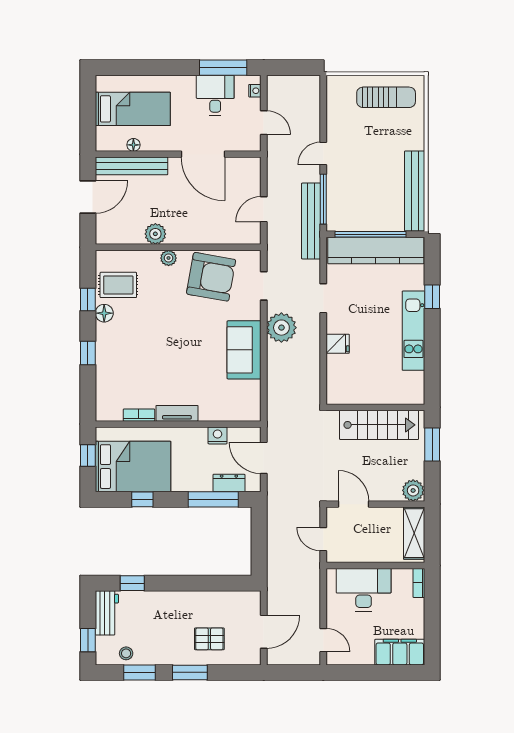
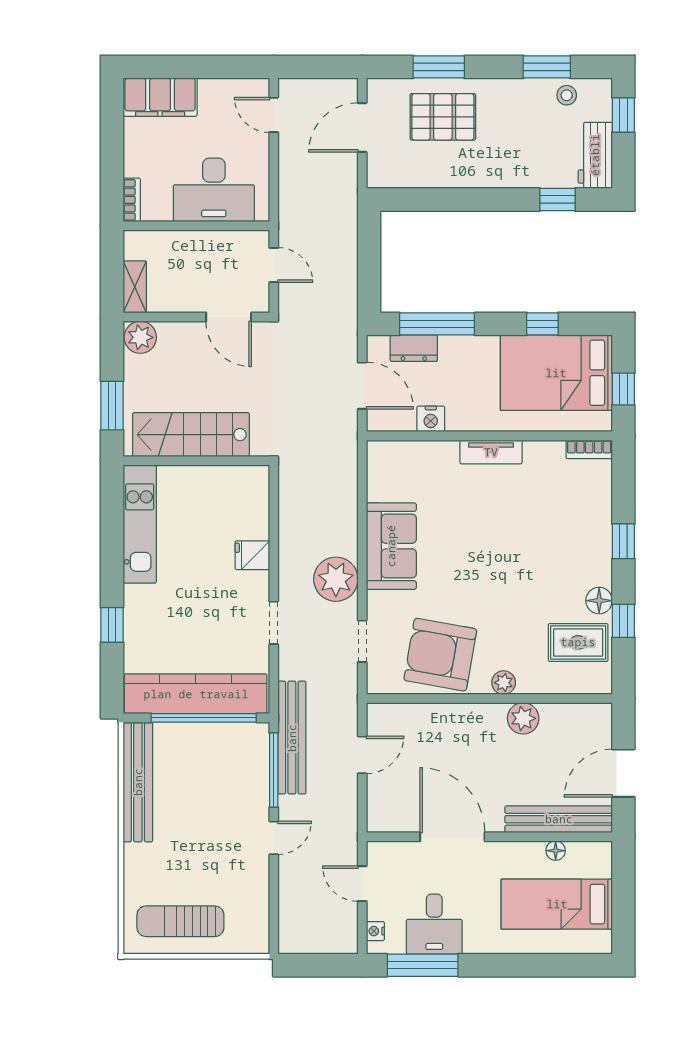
kitchen unit: (413, 331) -> (140, 524), moved
bookcase: (139, 415) -> (589, 449), moved
shelving: (414, 533) -> (135, 287), width x0.67, depth x0.75
pallet: (209, 639) -> (443, 117), width x1.50, depth x1.42
window: (190, 672) -> (439, 67), moved

